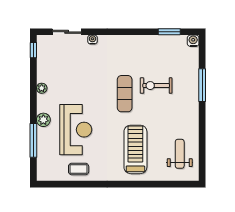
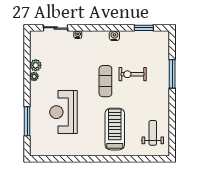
water cooler: (193, 41) -> (114, 36), moved
window: (33, 50) -> (27, 44), removed
plant: (43, 120) -> (36, 65), moved
reception desk: (76, 130) -> (63, 112), turned 180
coffee table: (79, 169) -> (66, 146), removed

